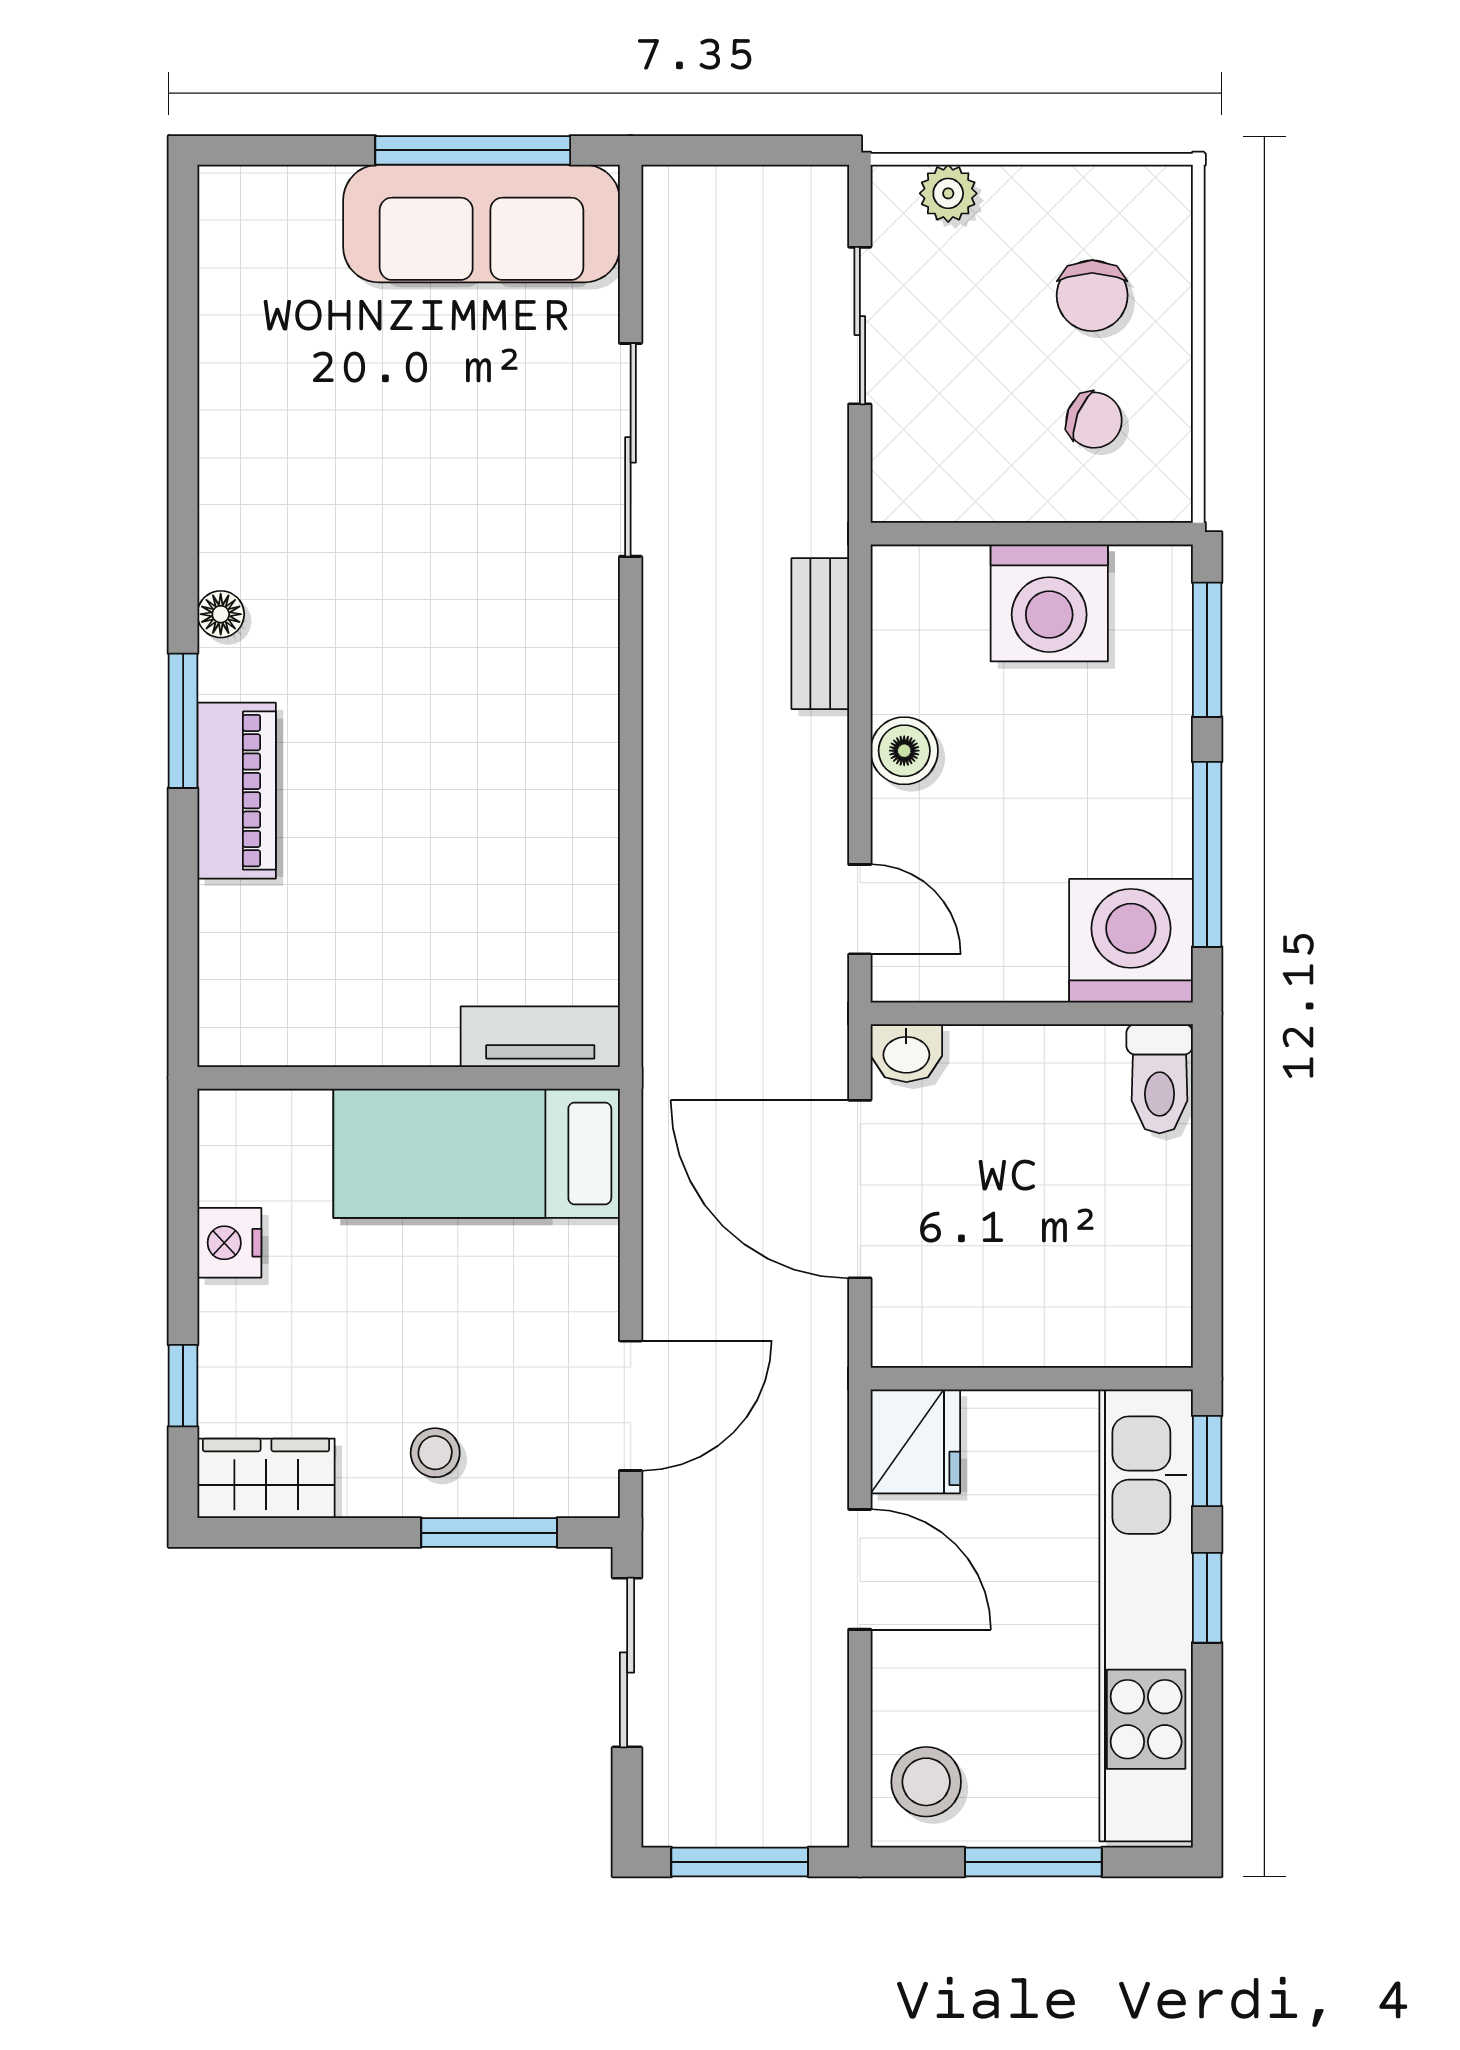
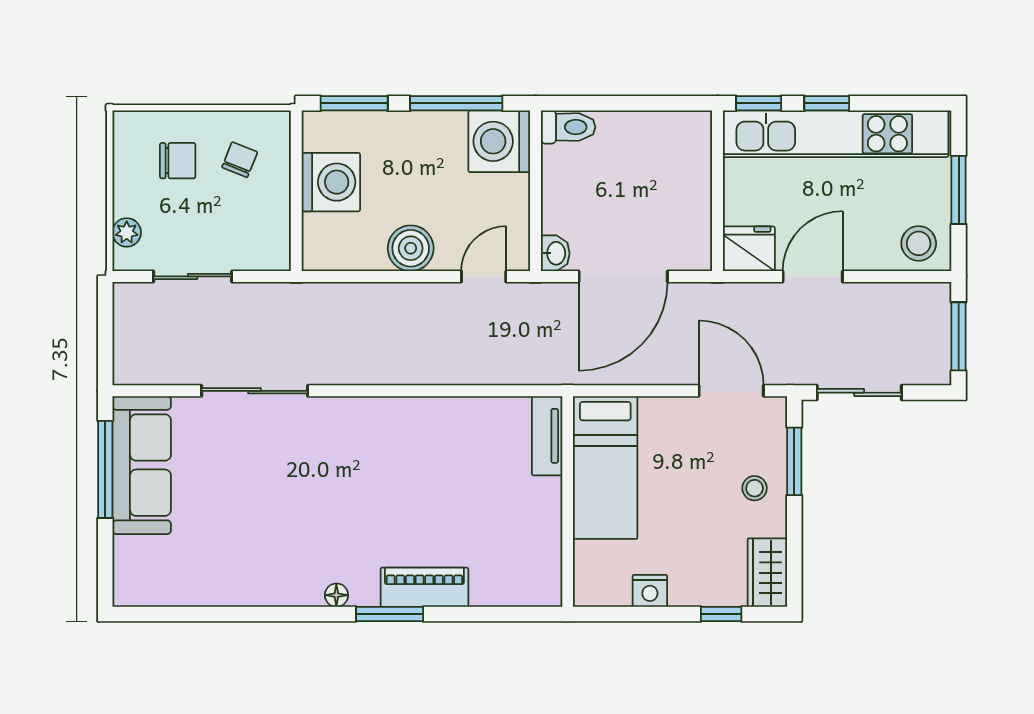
bench: (820, 634) -> (346, 296), removed
boiler: (904, 751) -> (411, 248), width x1.36, depth x1.36

